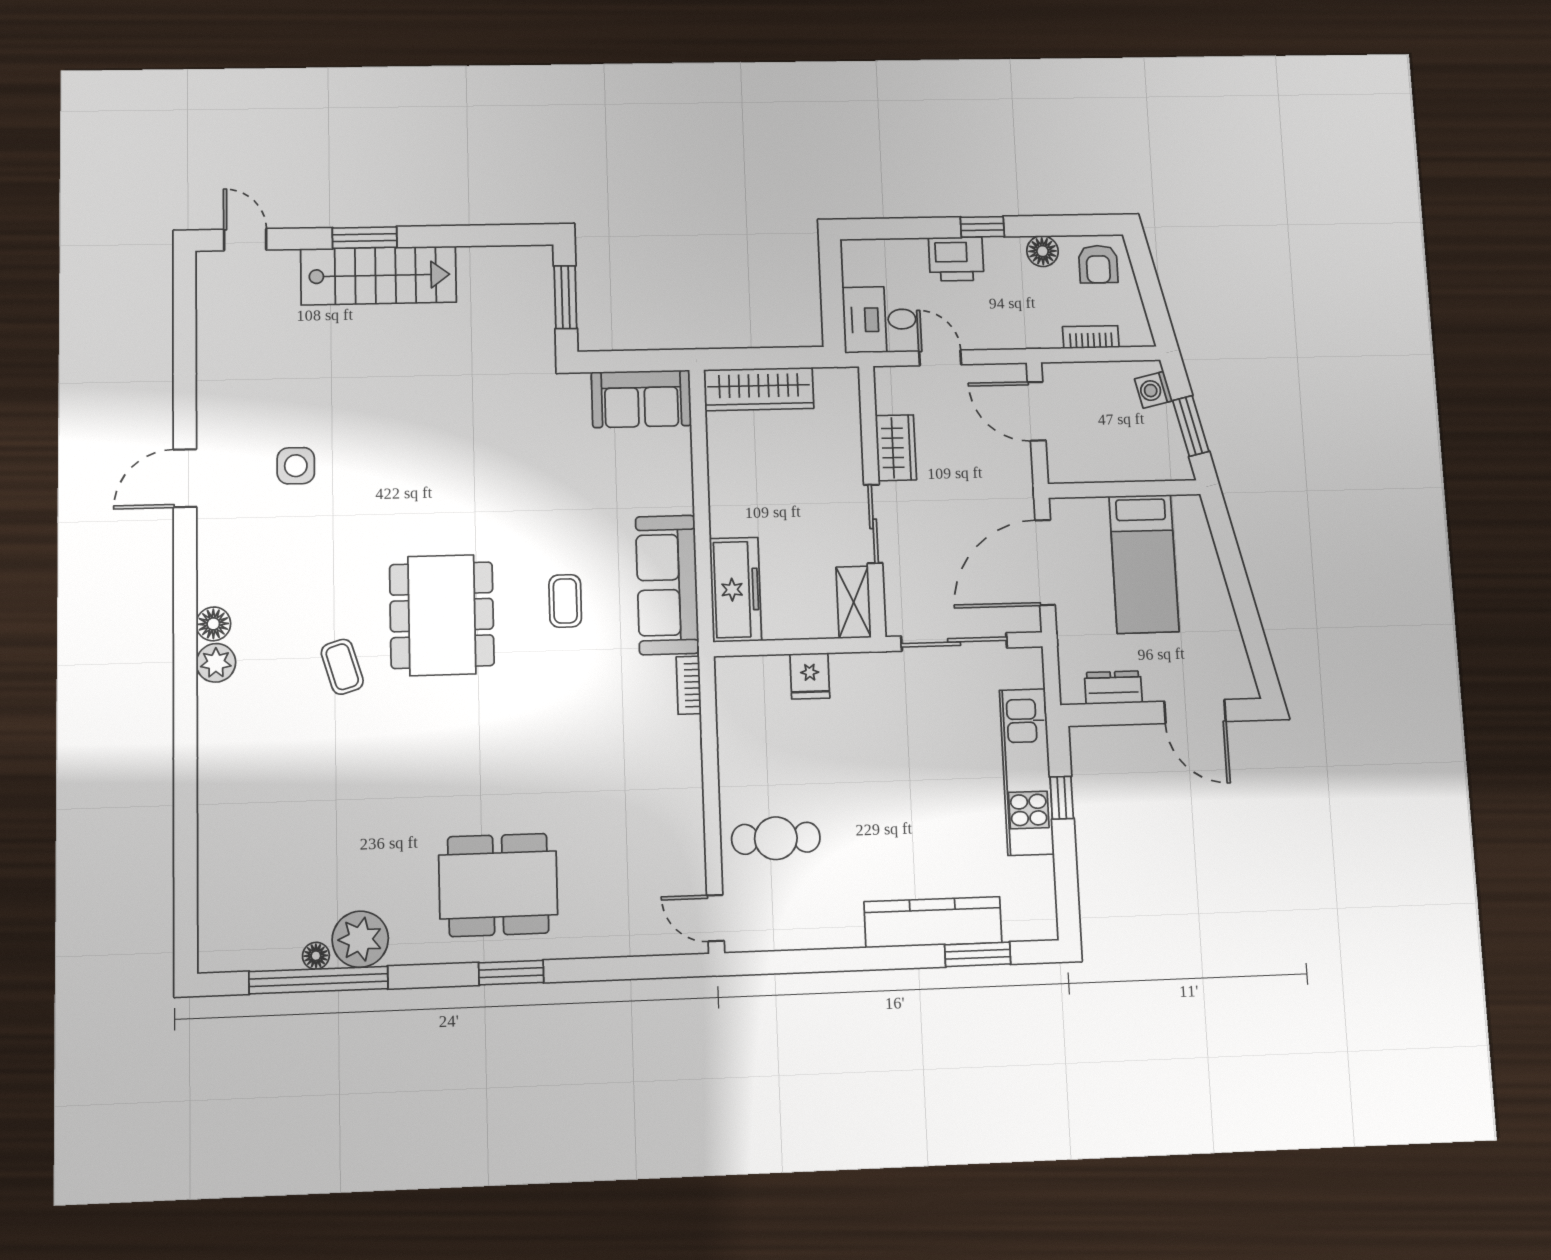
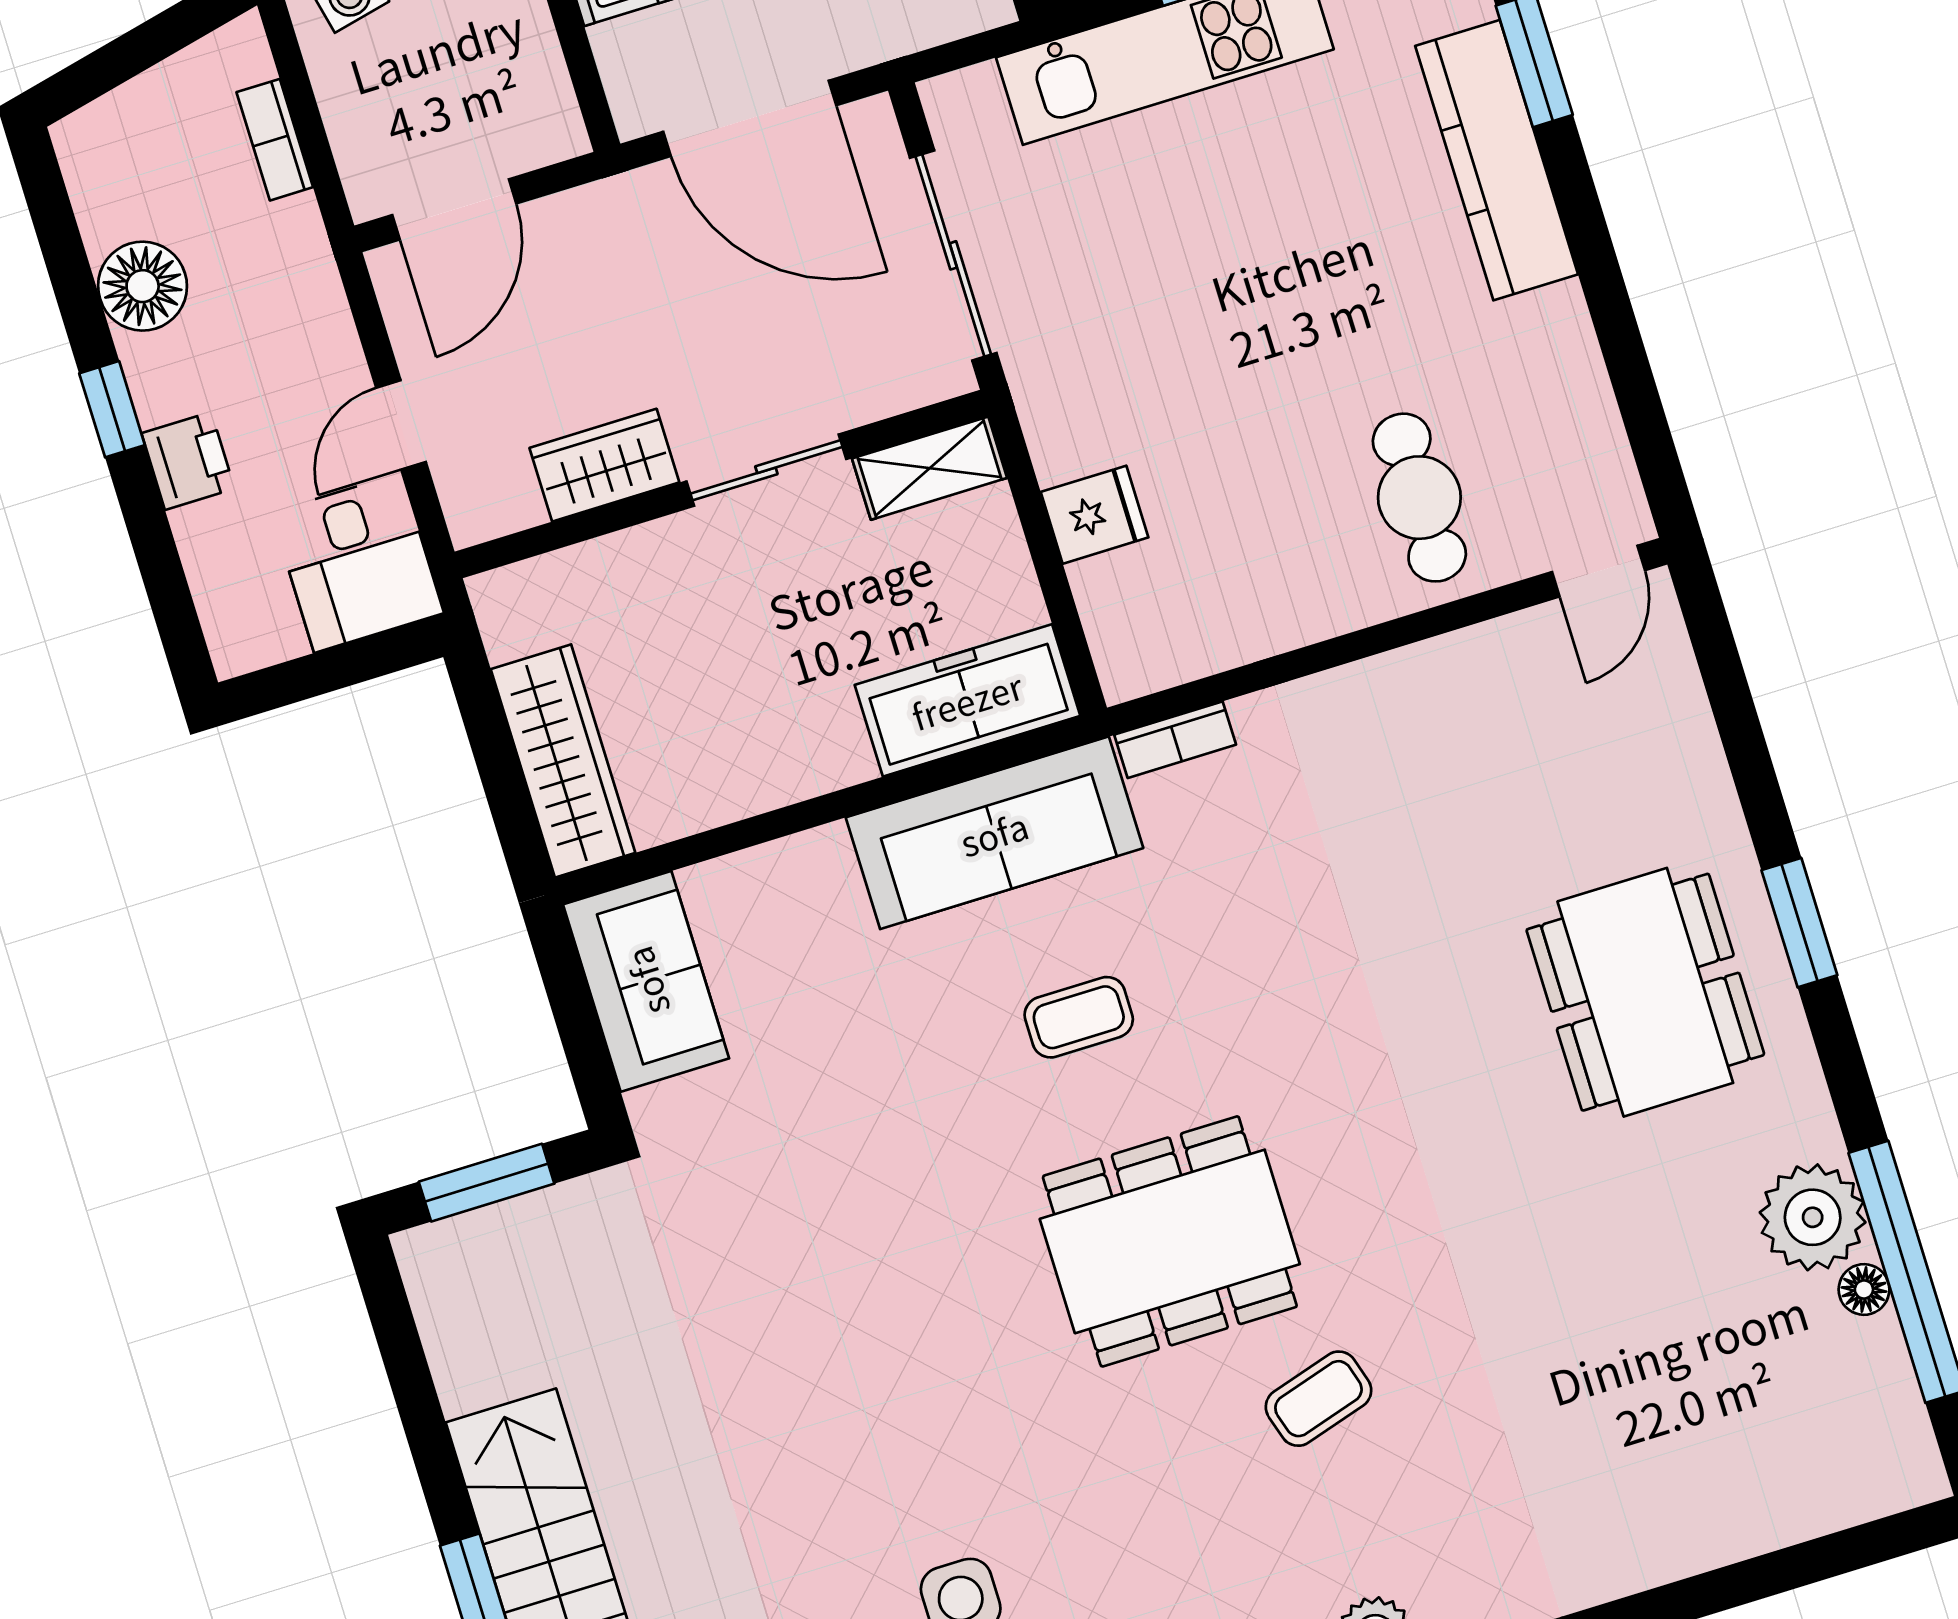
floor lamp: (1042, 251) -> (143, 286), width x1.38, depth x1.38
printer: (956, 259) -> (188, 461), width x0.73, depth x0.81
armchair: (1098, 264) -> (122, 161), removed

